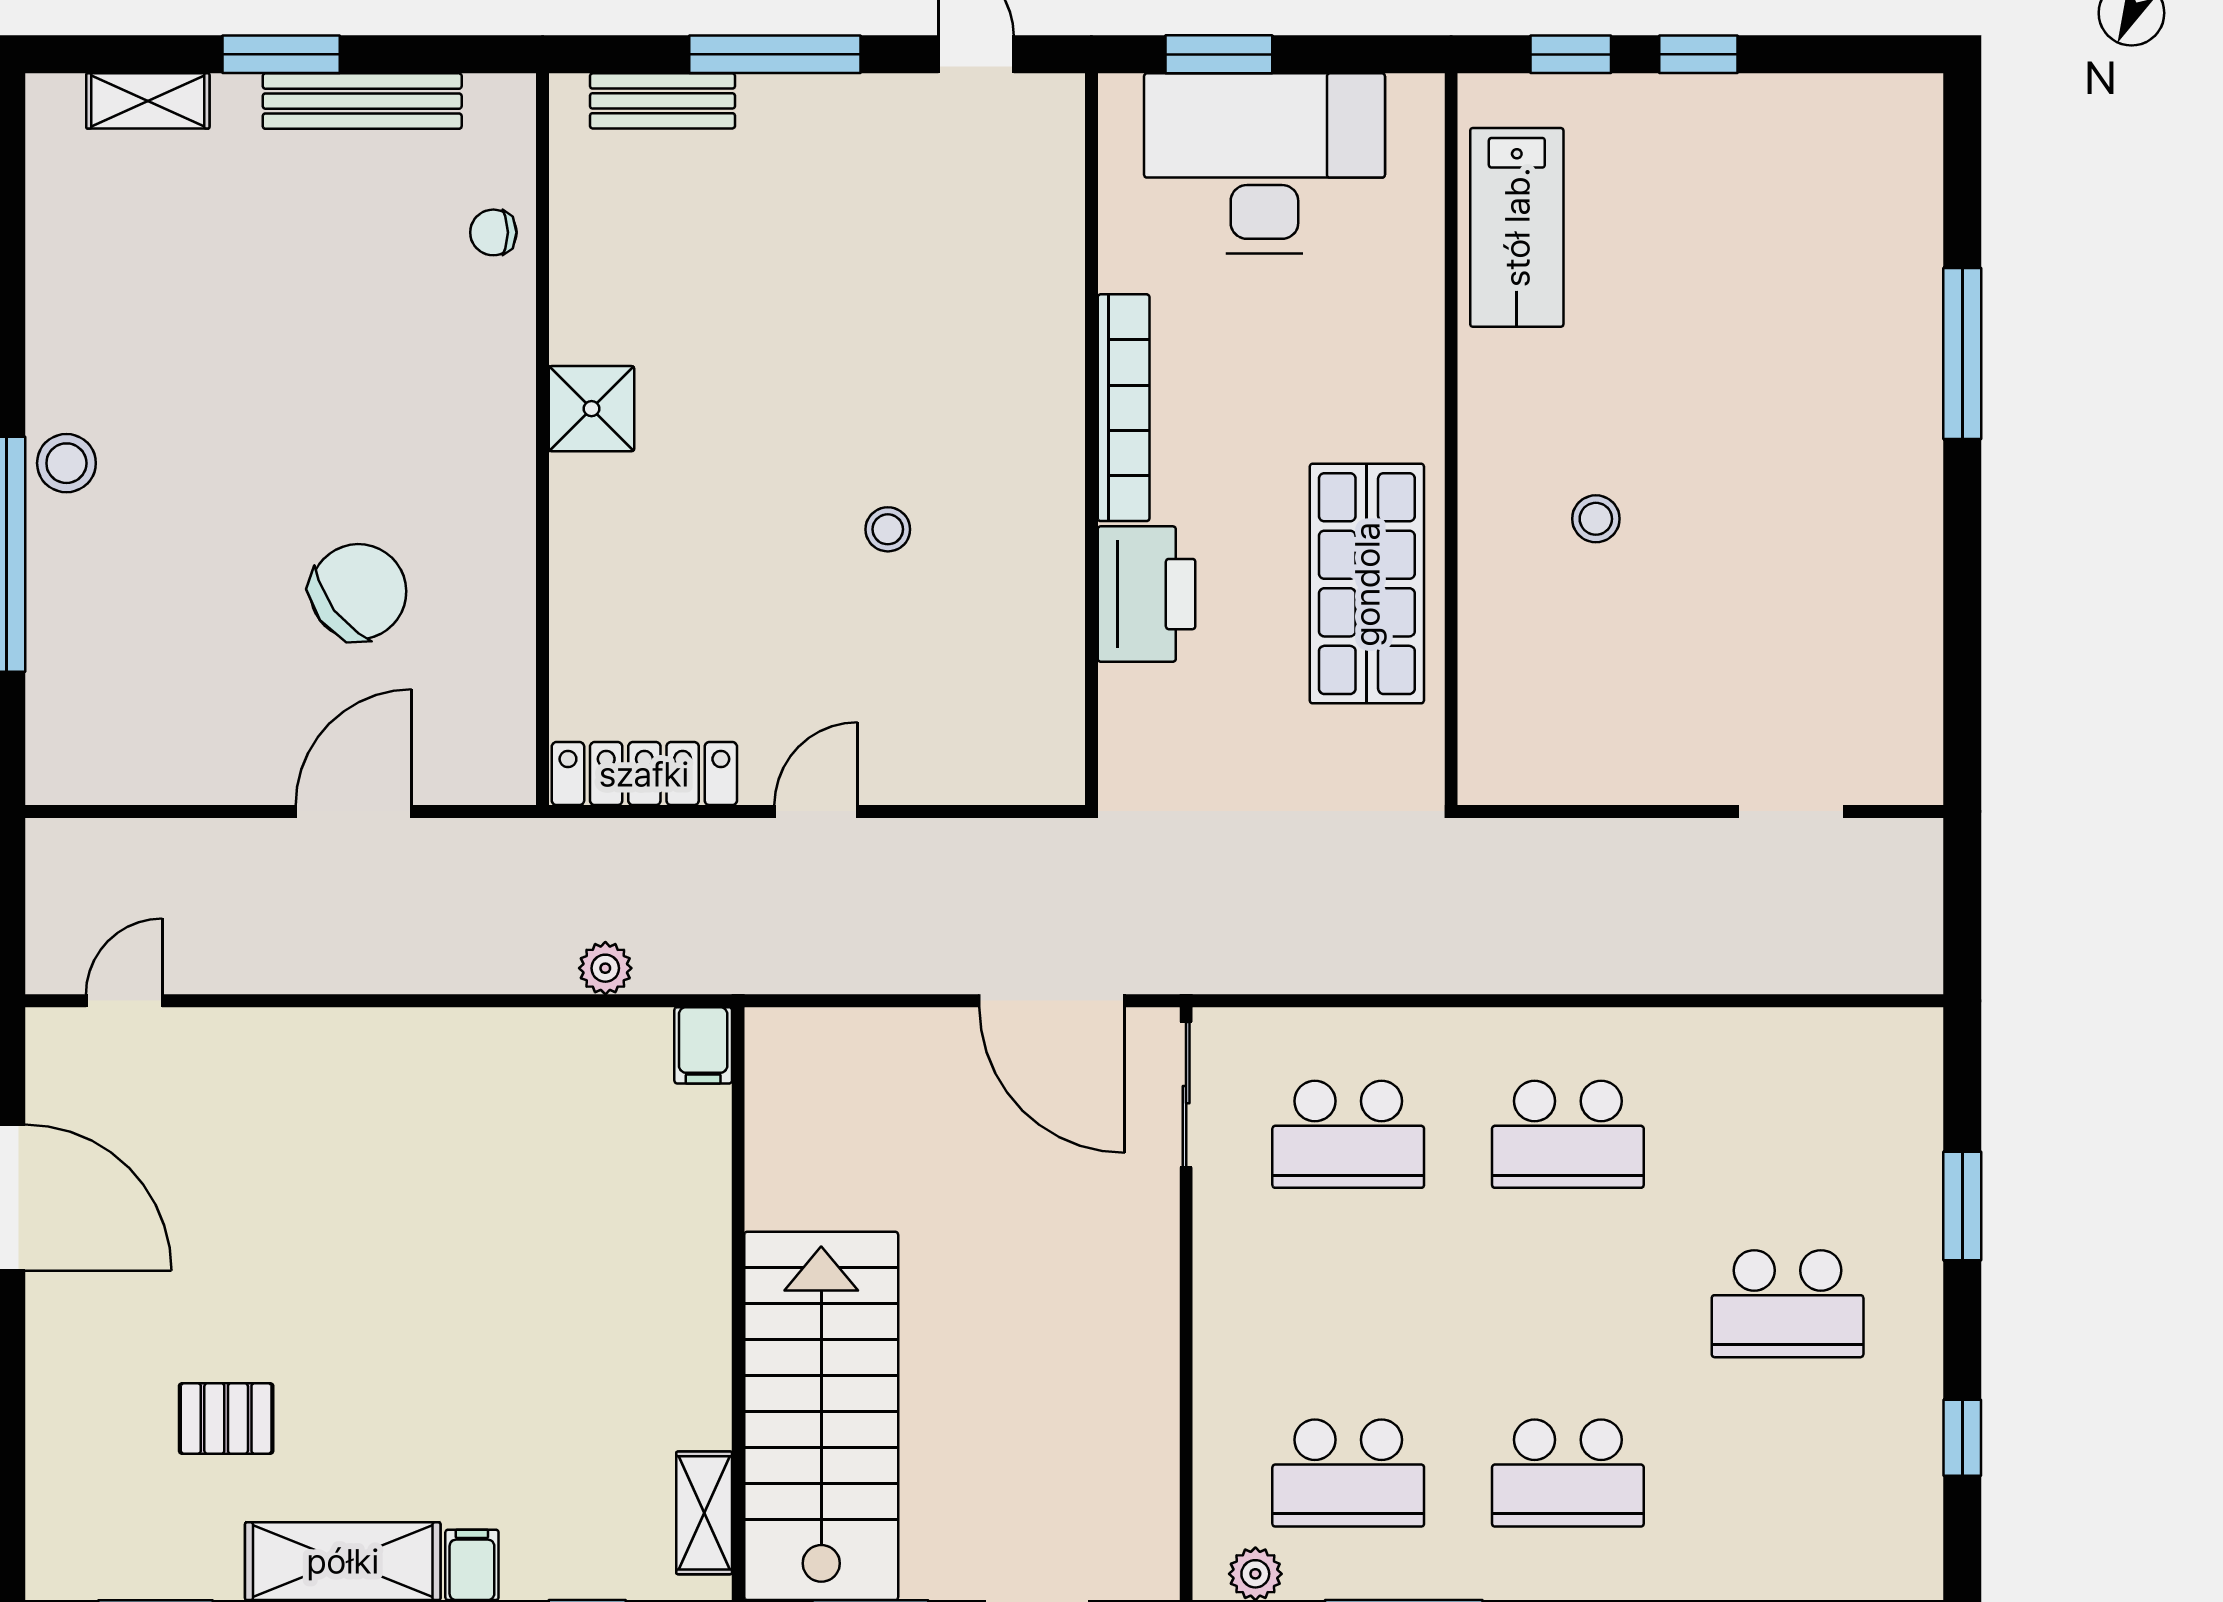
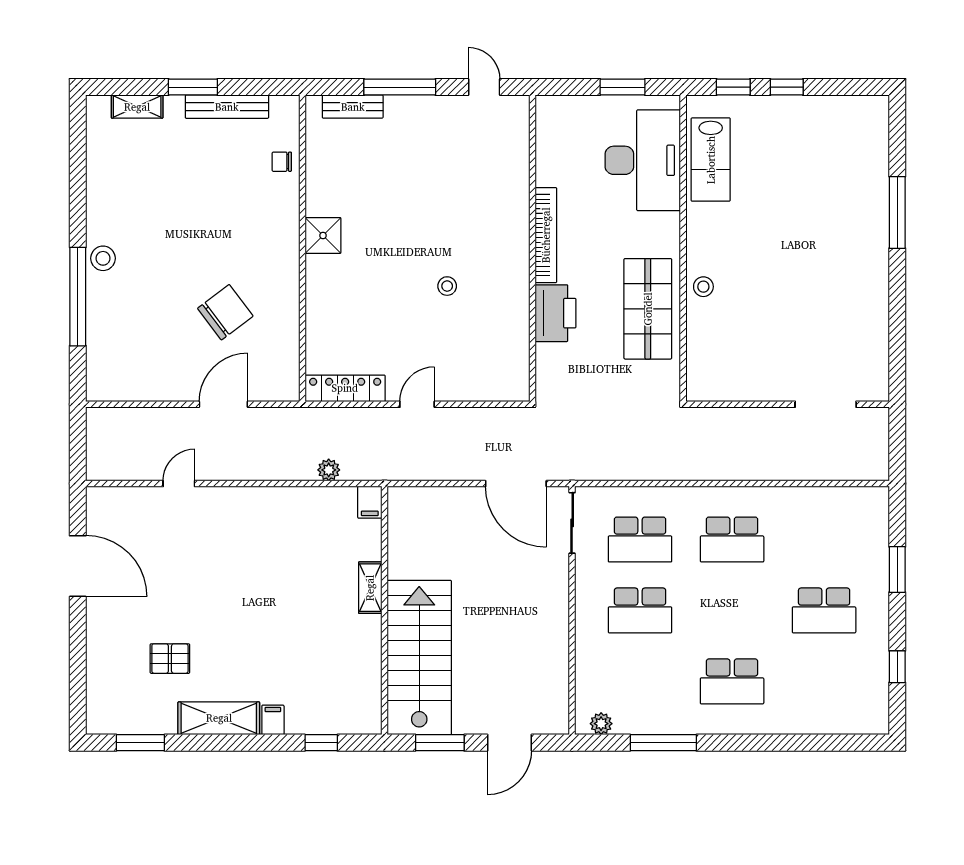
window: (1219, 54) -> (622, 87), moved
desk: (1264, 163) -> (643, 160), moved, turned 90
stool: (1596, 519) -> (703, 287), moved
doorway: (1791, 811) -> (826, 404), width x1.38
door: (124, 1001) -> (179, 484), moved
school desk: (1348, 1473) -> (640, 610), moved
shelving: (704, 1513) -> (370, 588), moved

